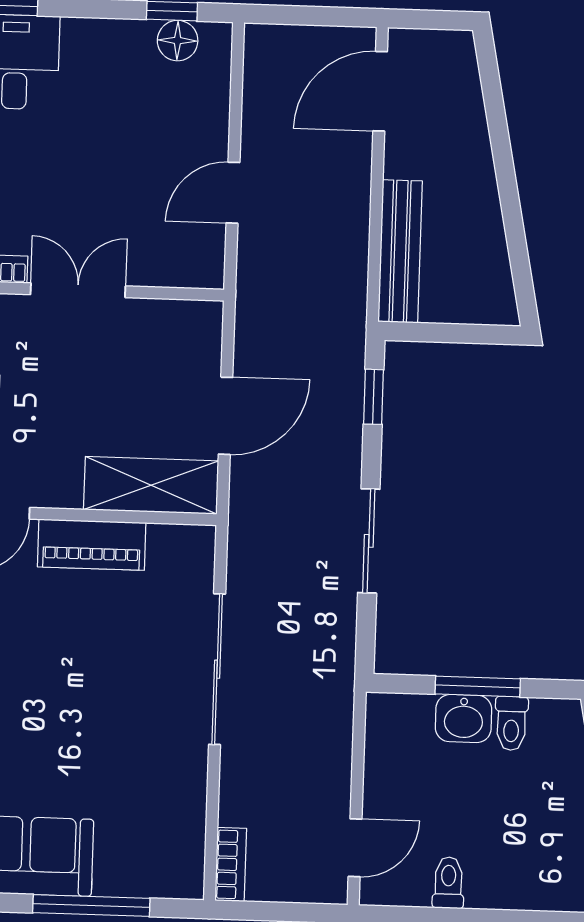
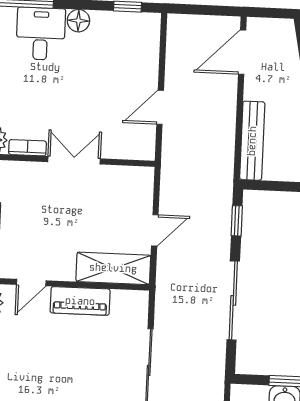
floor lamp: (178, 41) -> (78, 21), moved
door: (226, 416) -> (155, 230), width x0.73
sliding door: (369, 541) -> (233, 300), width x1.37

